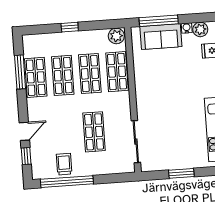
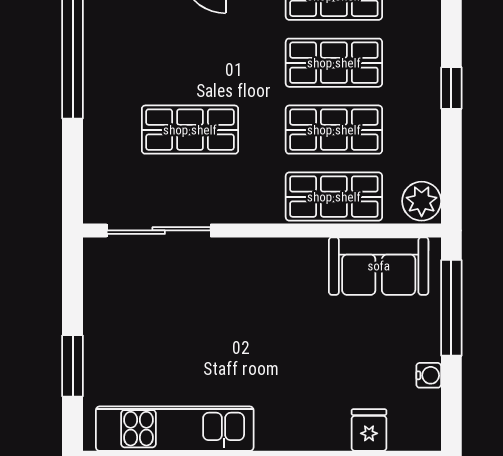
plant: (200, 29) -> (423, 409), removed
sofa: (161, 37) -> (379, 266), moved, turned -90
trolley: (64, 164) -> (116, 50), removed
window: (181, 173) -> (73, 366), moved

